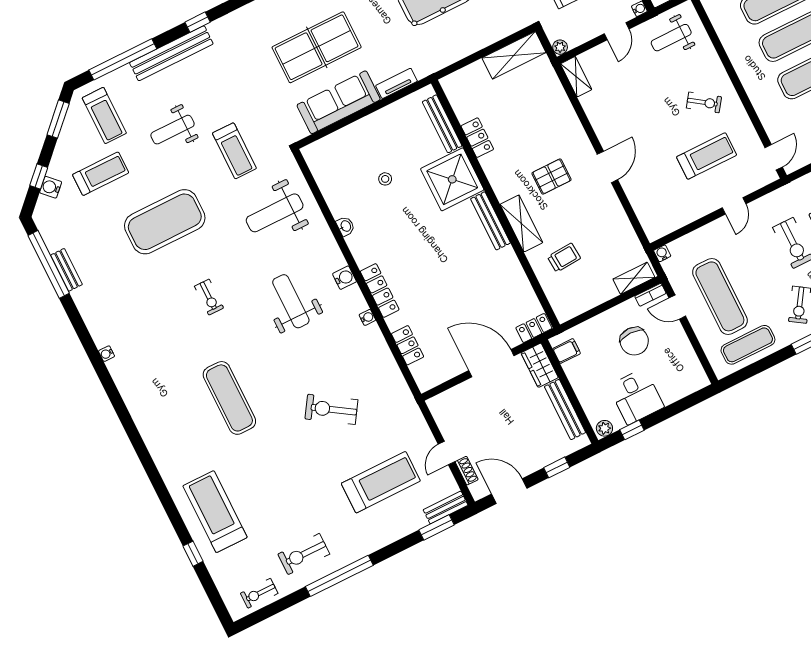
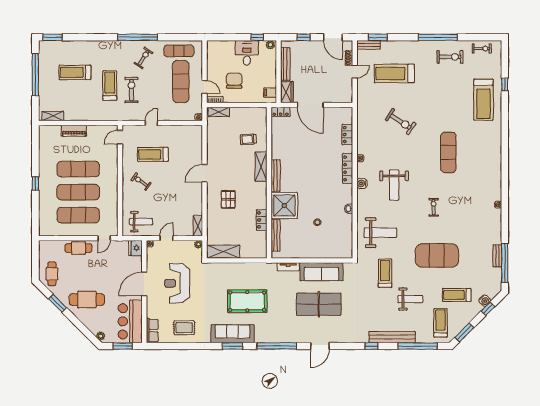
pallet: (551, 177) -> (228, 199), moved, turned 90

